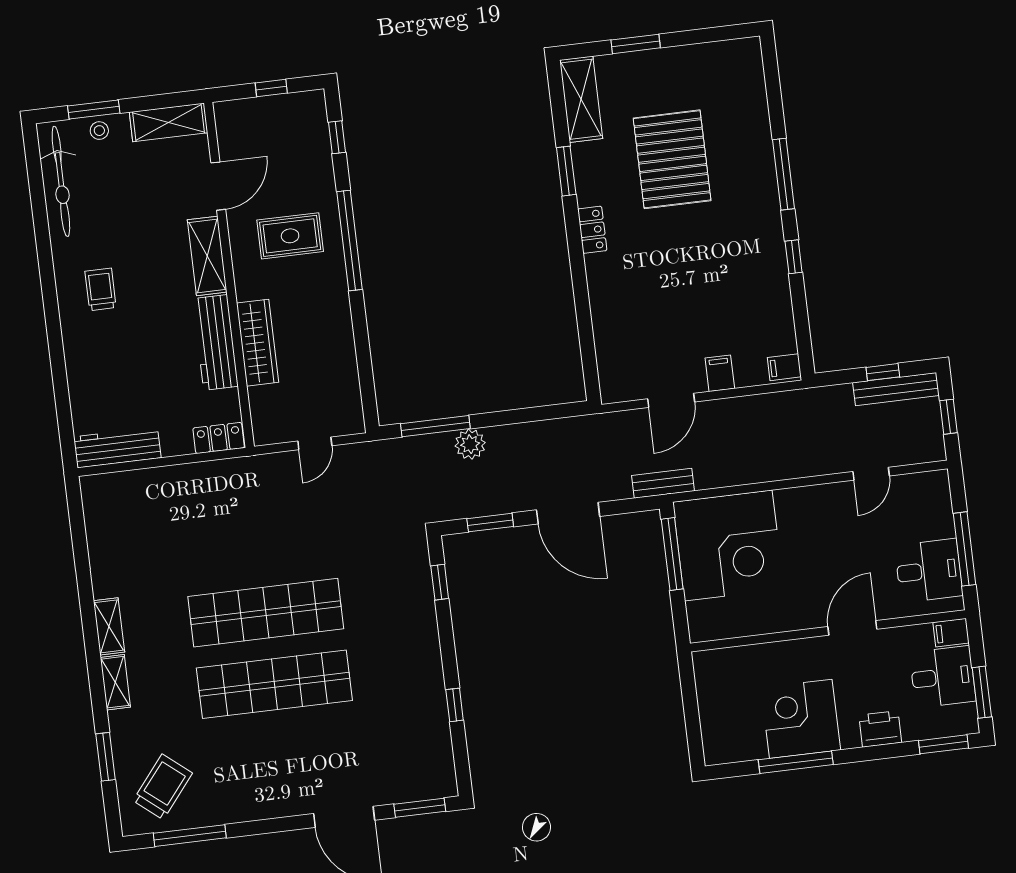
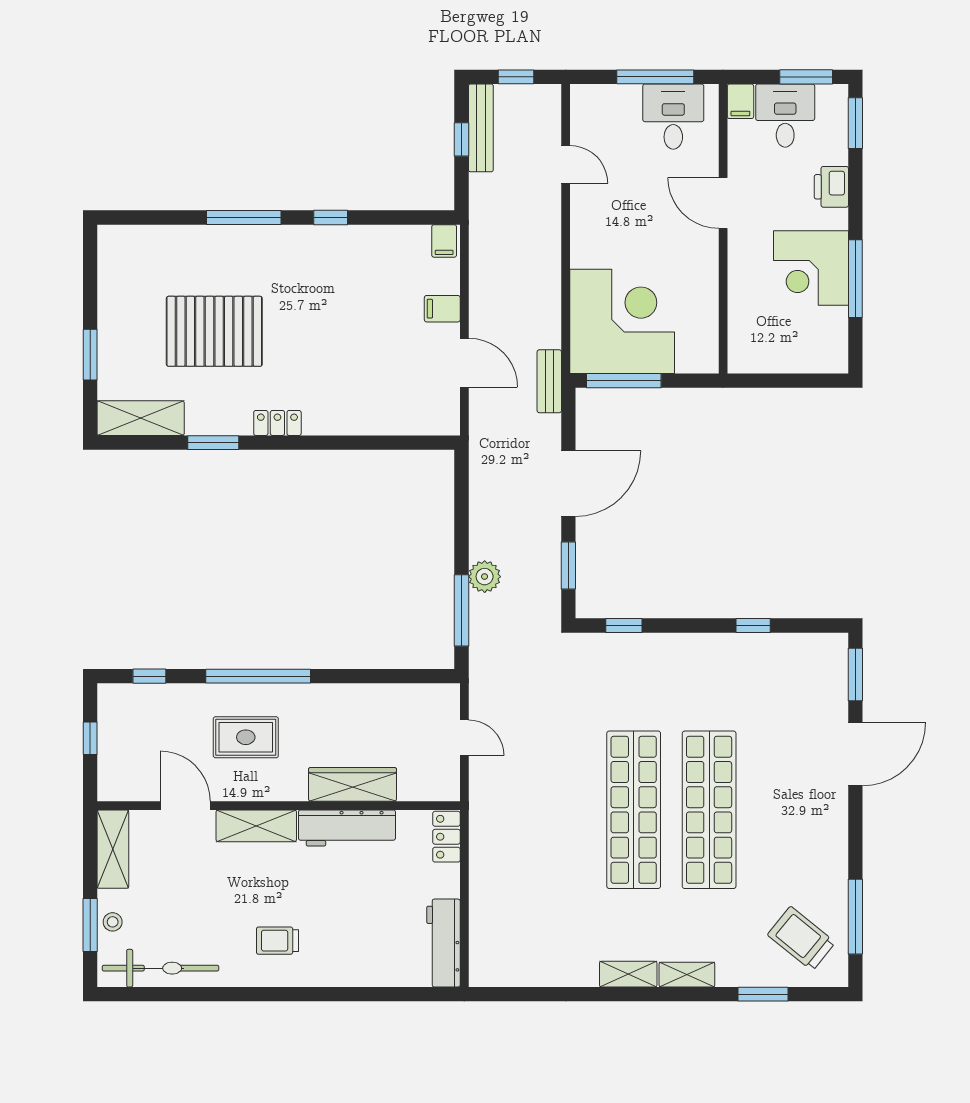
rug: (290, 236) -> (246, 737), turned 90

